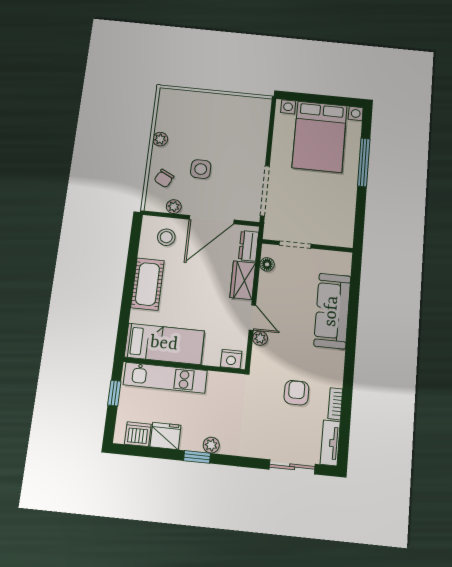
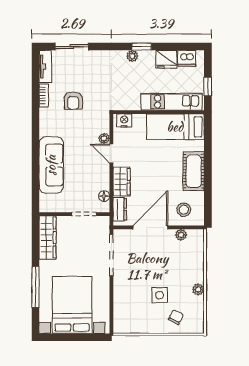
side table: (201, 169) -> (160, 295), moved
chair: (164, 178) -> (176, 317), moved
wardrobe: (344, 220) -> (48, 238), added

